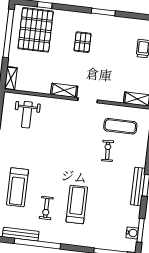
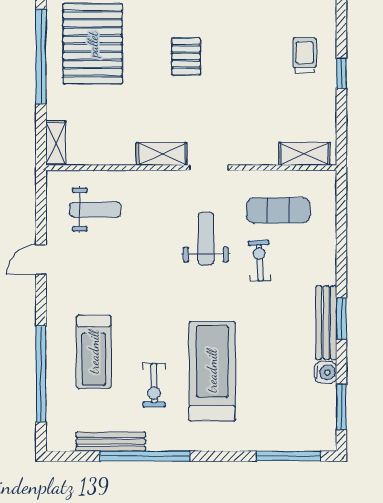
weight bench: (27, 115) -> (95, 210), turned -90
weight bench: (82, 136) -> (206, 239), added
treadmill: (77, 204) -> (212, 371), width x1.37, depth x1.38
water cooler: (132, 233) -> (326, 372), moved

